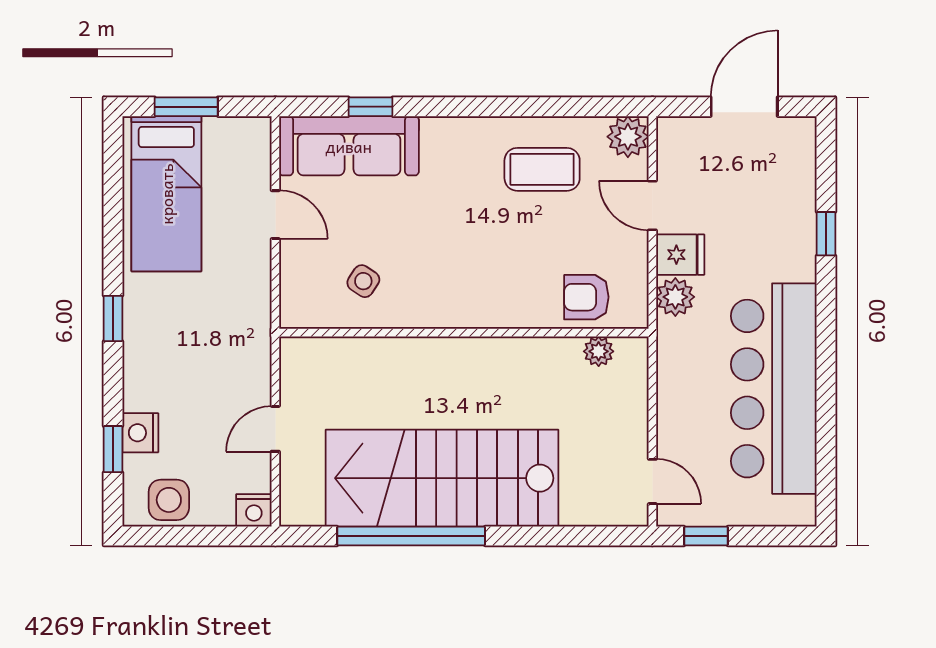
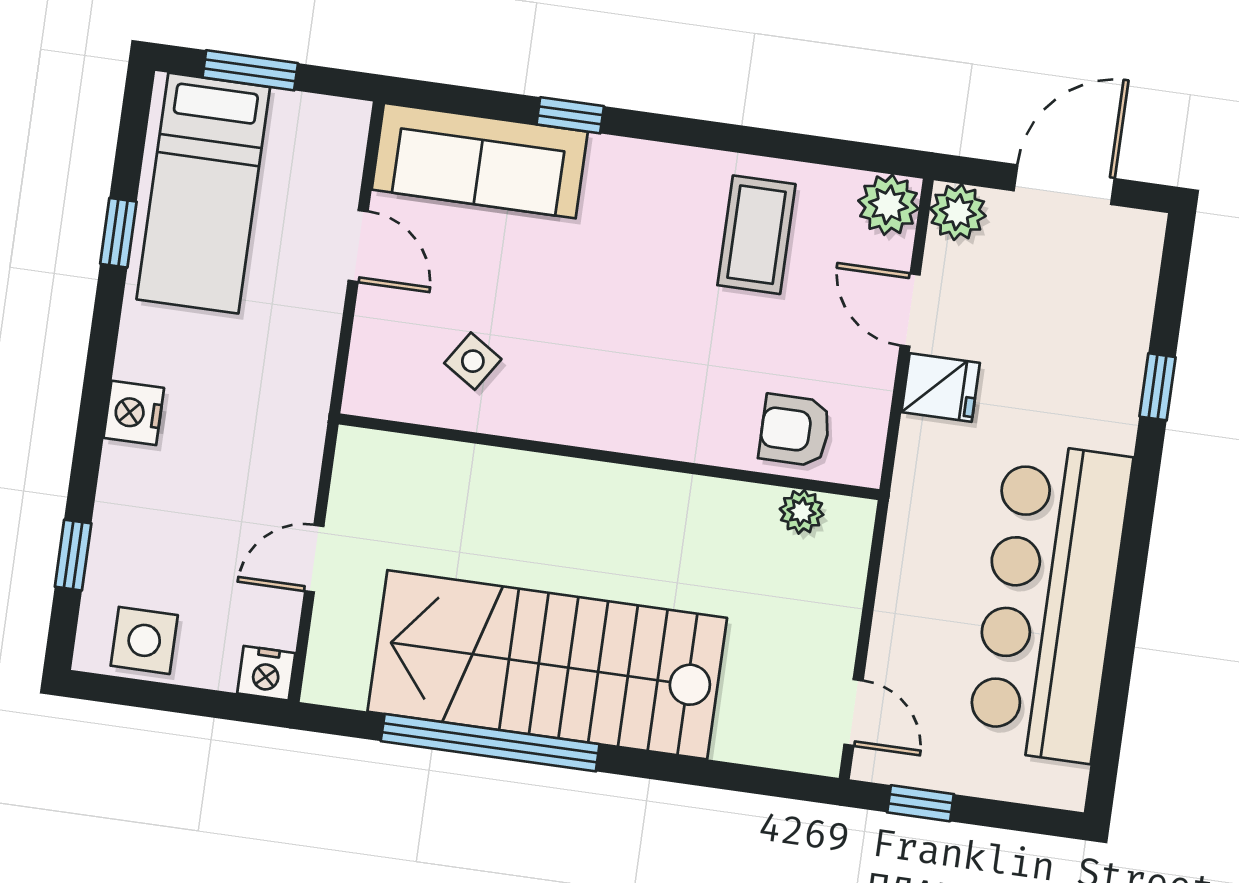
window: (370, 107) -> (570, 115), moved
coffee table: (542, 169) -> (756, 235), turned 90
plant: (675, 297) -> (958, 212), moved
window: (113, 318) -> (118, 233), moved
nightstand: (140, 433) -> (134, 413), moved

